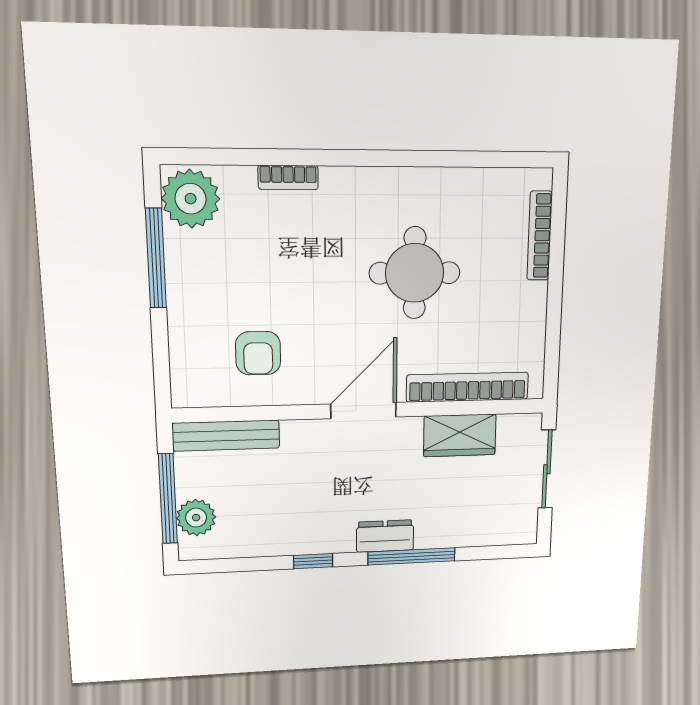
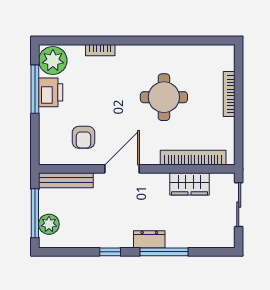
bookcase: (540, 236) -> (229, 94), moved
printer: (189, 265) -> (51, 92), added
door: (364, 411) -> (122, 169), moved

